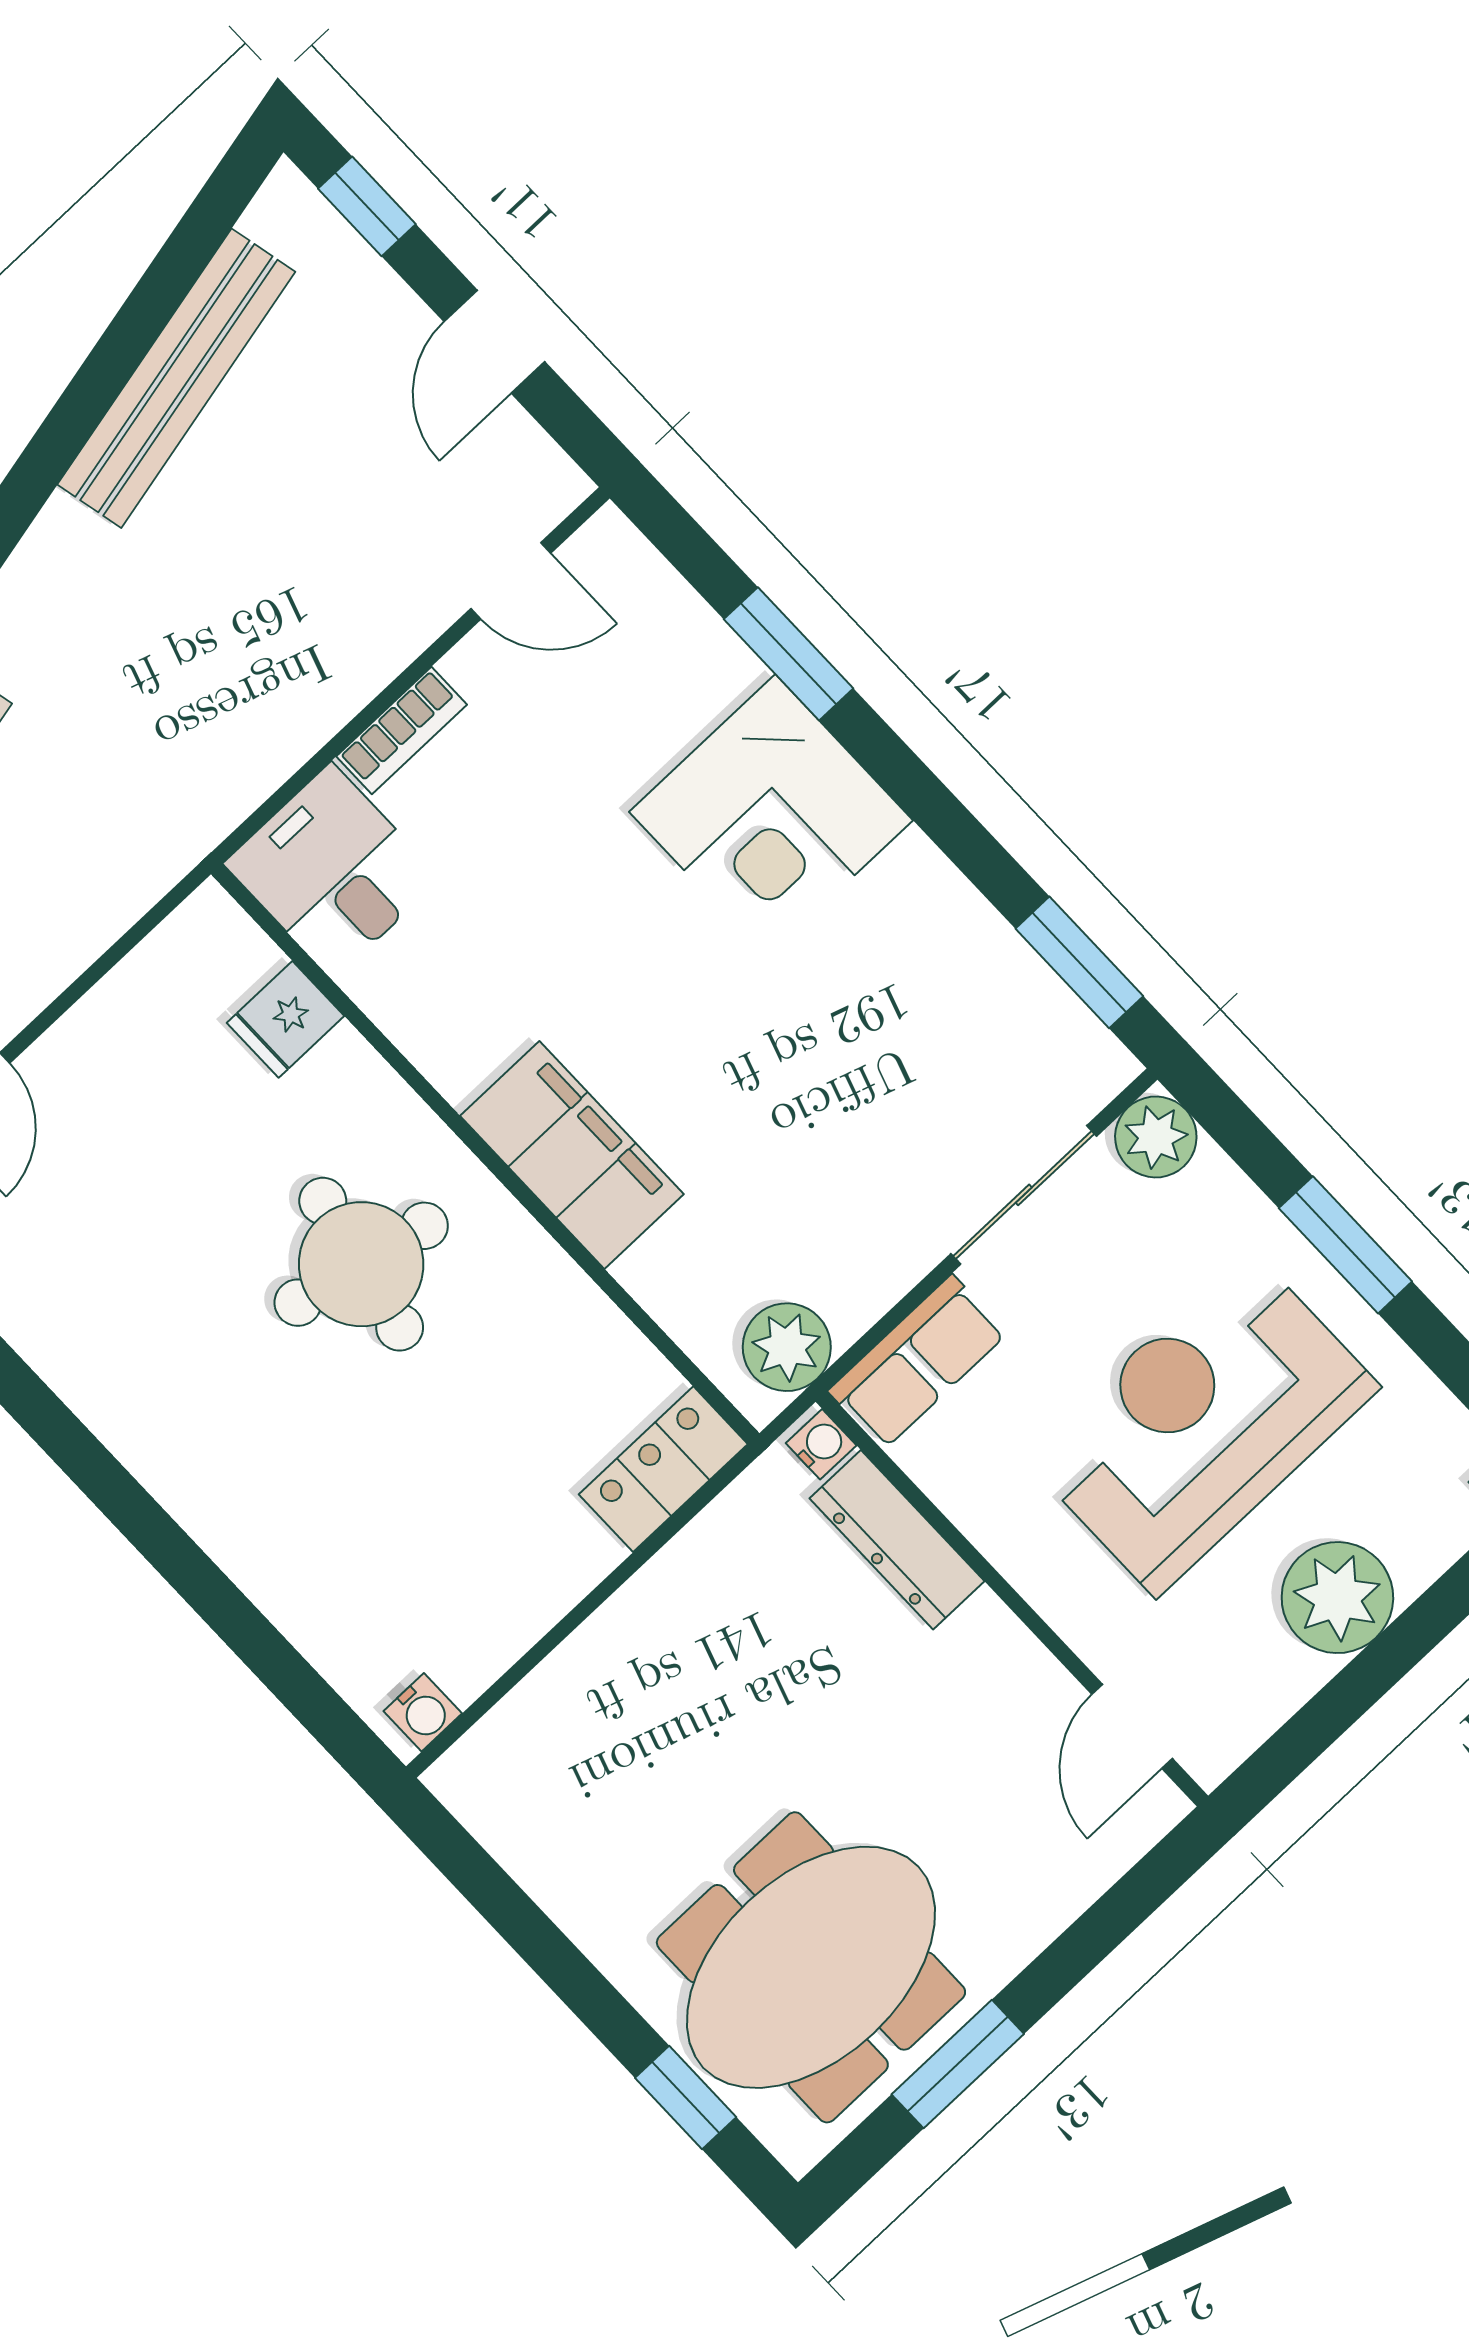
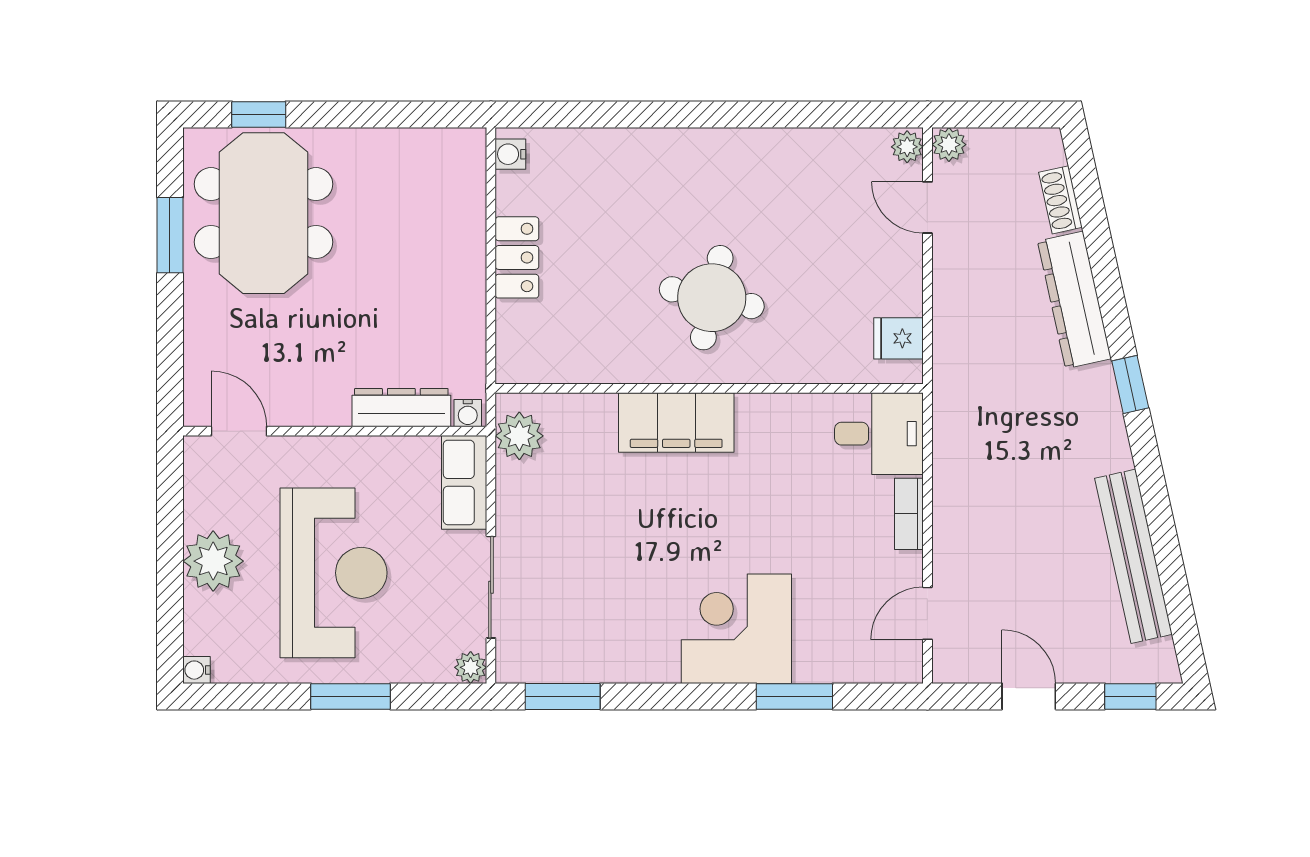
fridge: (286, 1019) -> (898, 338), moved, turned -90
plant: (1156, 1137) -> (471, 667), width x0.73, depth x0.73
locker: (663, 1469) -> (517, 257), moved

